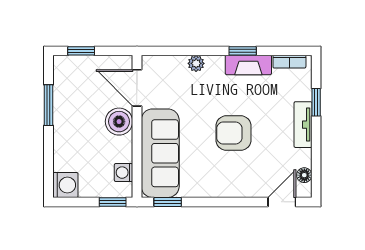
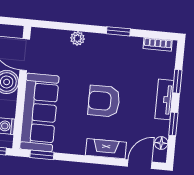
fireplace: (248, 65) -> (106, 149), moved, turned 180
window: (316, 152) -> (173, 124), added

